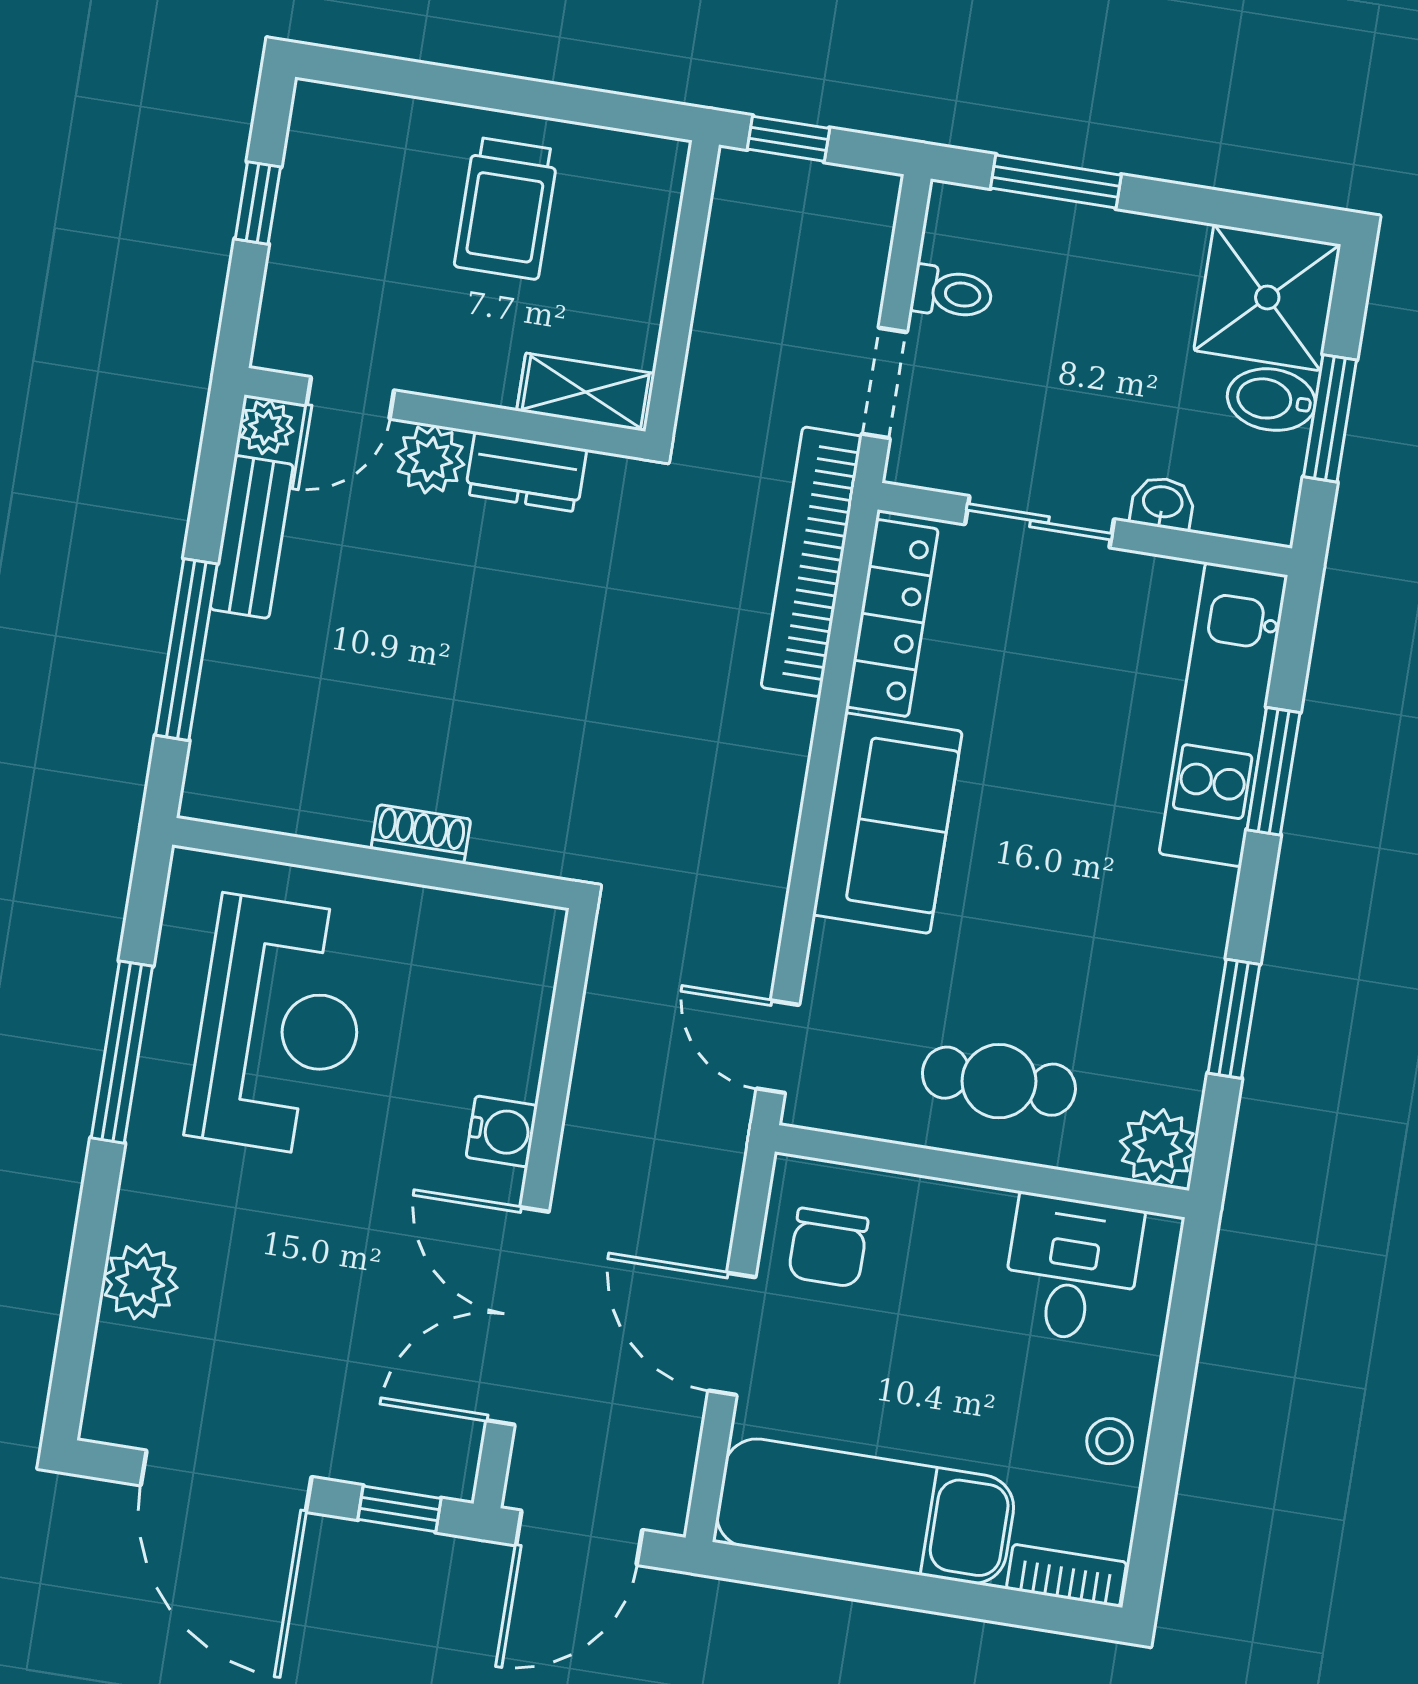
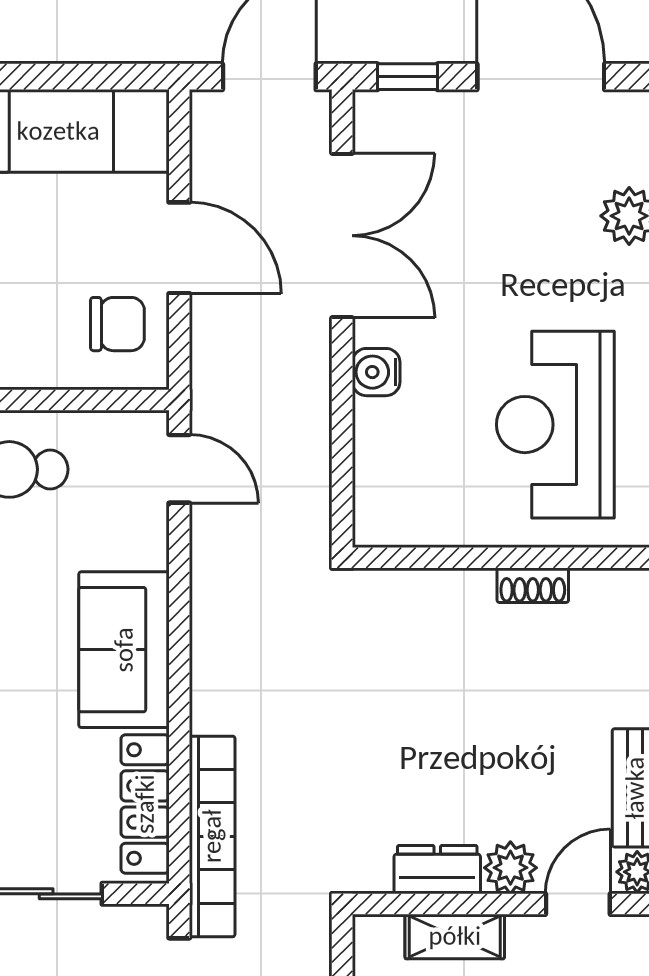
shelving: (586, 392) -> (455, 936), moved
shoe rack: (421, 834) -> (533, 585), moved
chair: (828, 1248) -> (117, 324), turned 90

